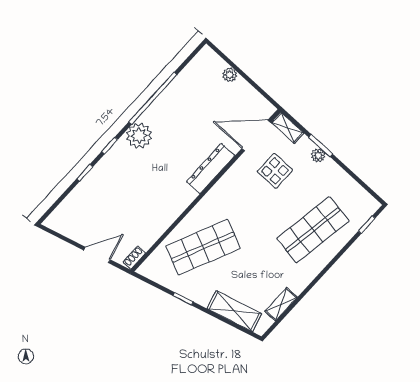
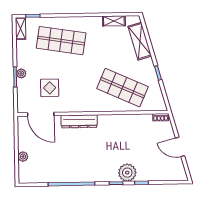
shelving: (288, 128) -> (21, 29), moved
plant: (139, 136) -> (127, 173), moved
door: (97, 255) -> (180, 147), moved

